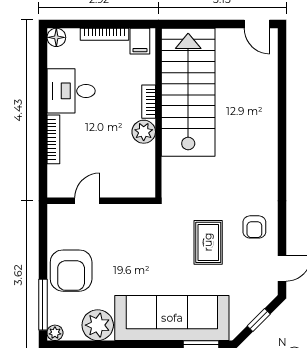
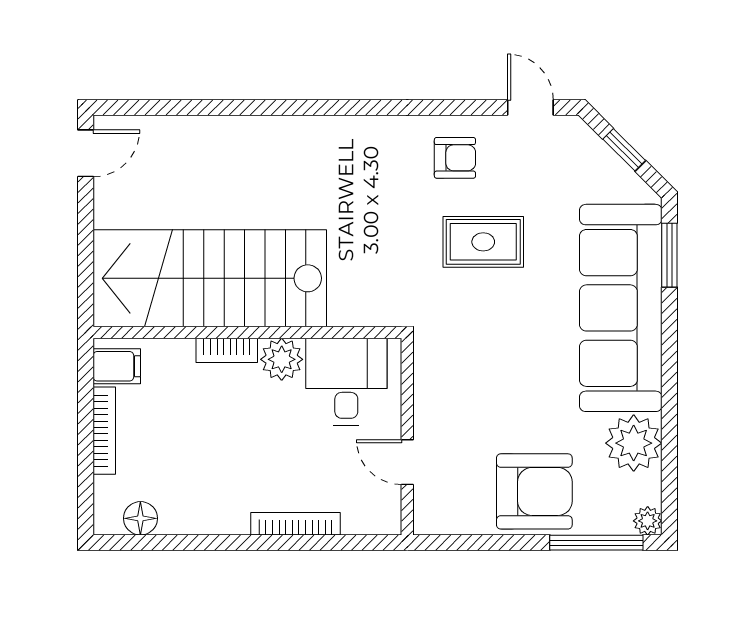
floor lamp: (56, 37) -> (140, 518), moved
desk: (71, 91) -> (346, 382), moved, turned 180

